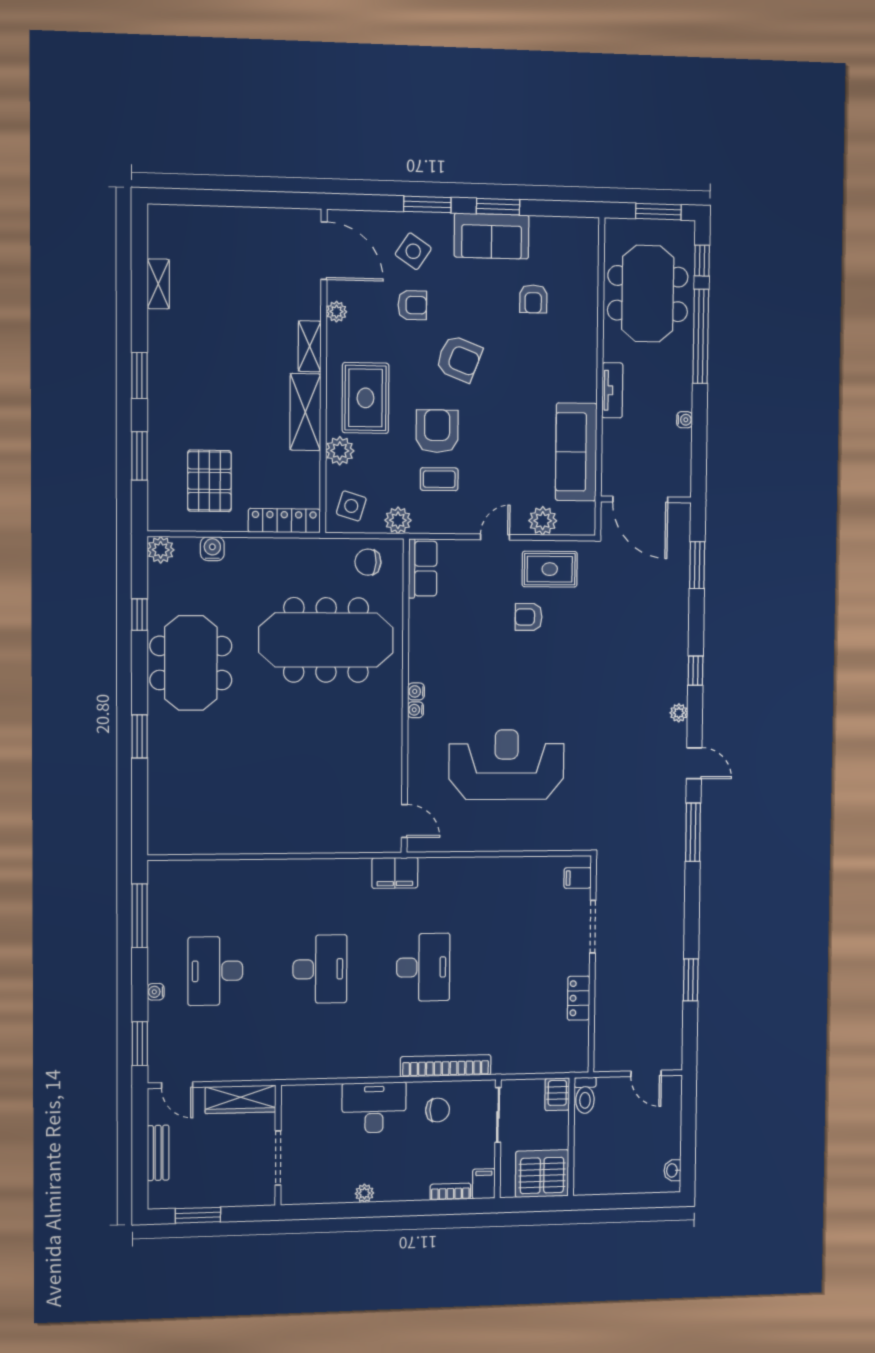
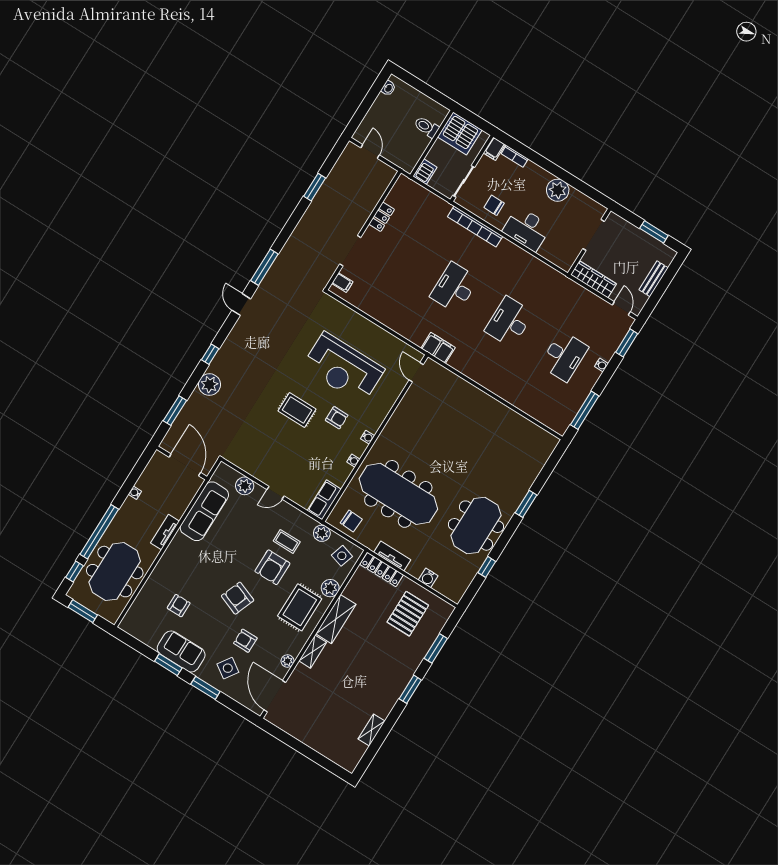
tv unit: (281, 549) -> (392, 556), added
plant: (161, 550) -> (455, 594), removed
rug: (550, 569) -> (297, 410), moved
armchair: (529, 617) -> (337, 418), moved
water cooler: (415, 710) -> (353, 461), moved
plant: (679, 713) -> (209, 385), moved, width x1.87, depth x1.87
toilet: (585, 1095) -> (426, 127), moved, turned -90
plant: (364, 1193) -> (558, 190), width x1.88, depth x1.88

